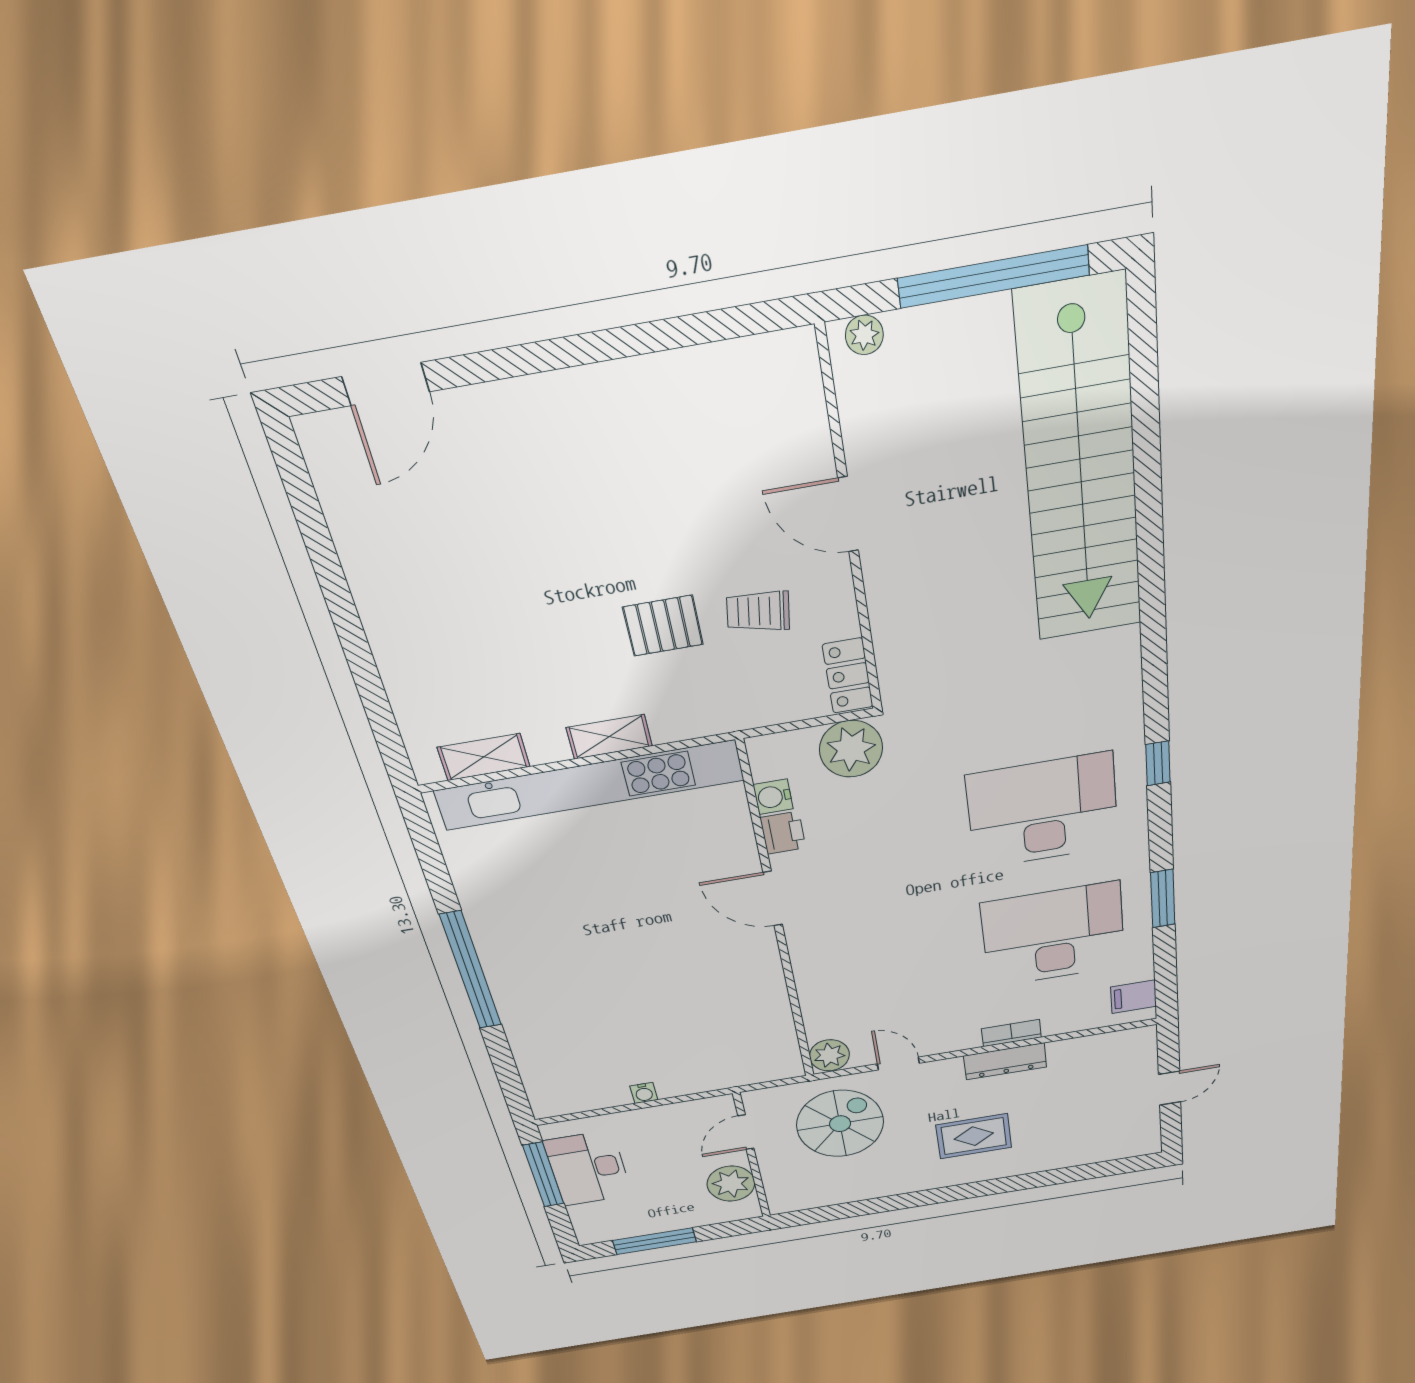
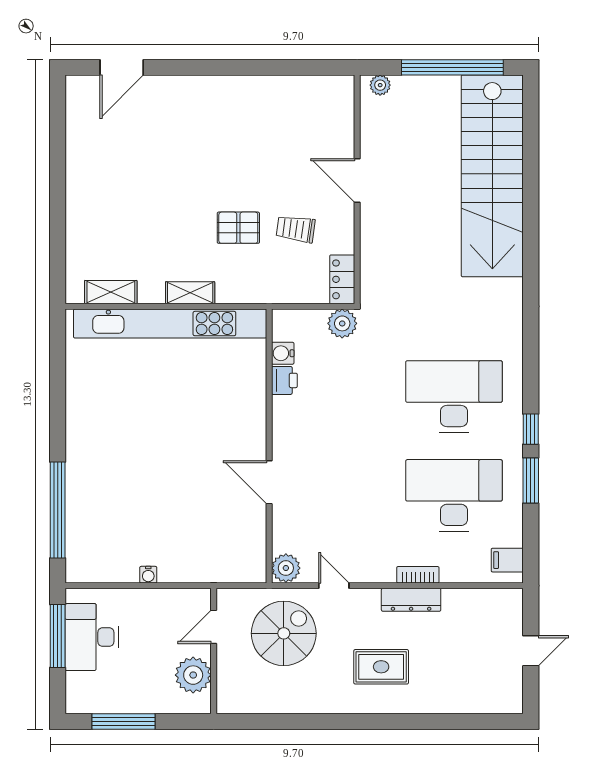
plant: (851, 749) -> (342, 323), width x0.73, depth x0.73
window: (1158, 763) -> (531, 429), moved
door: (773, 899) -> (269, 482), moved
window: (471, 971) -> (58, 510), moved

